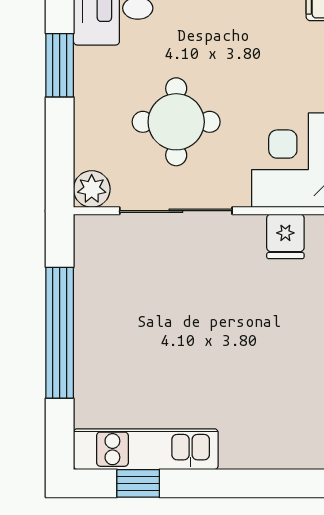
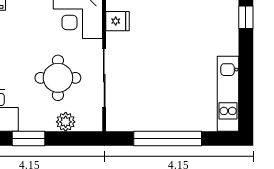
plant: (92, 189) -> (66, 122), moved
window: (138, 483) -> (246, 17), moved

